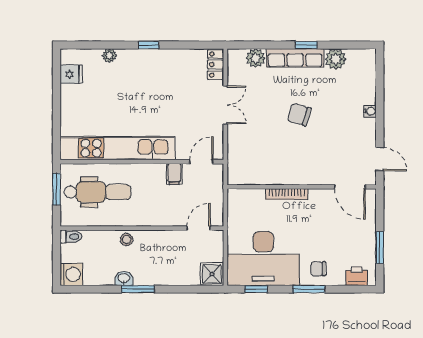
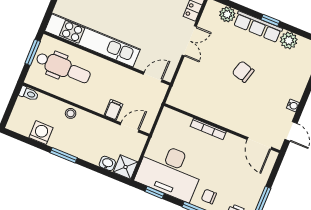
water cooler: (370, 111) -> (293, 105), moved
filing cabinet: (174, 174) -> (113, 110), moved, turned 180
washing machine: (71, 274) -> (41, 133), moved, turned -90
washbasin: (124, 278) -> (107, 163), moved

